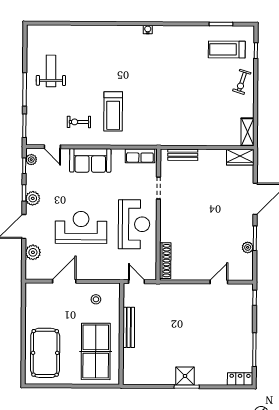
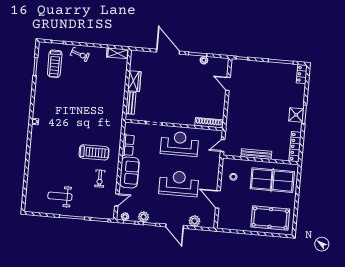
row of seats: (140, 156) -> (128, 145), moved
wardrobe: (240, 157) -> (134, 81), moved
plant: (33, 198) -> (144, 217), moved
reception desk: (81, 227) -> (179, 184), turned 90
locker: (143, 378) -> (295, 147), added

